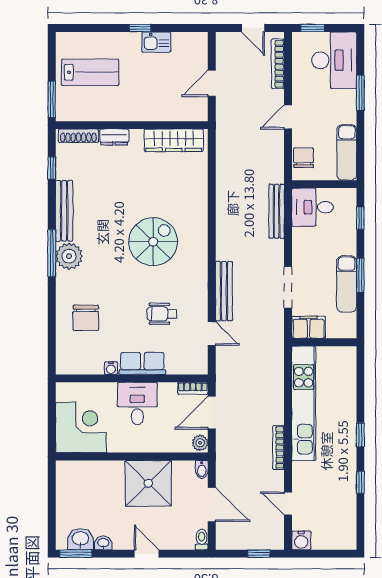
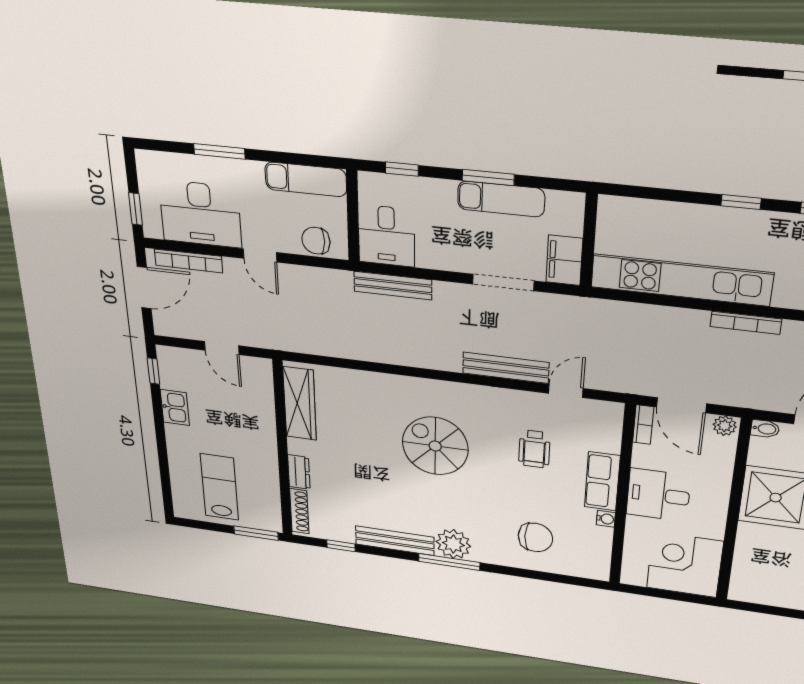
window: (140, 28) -> (153, 371), moved
door: (253, 28) -> (144, 288), width x1.38
desk: (334, 60) -> (200, 214), moved, turned 180

